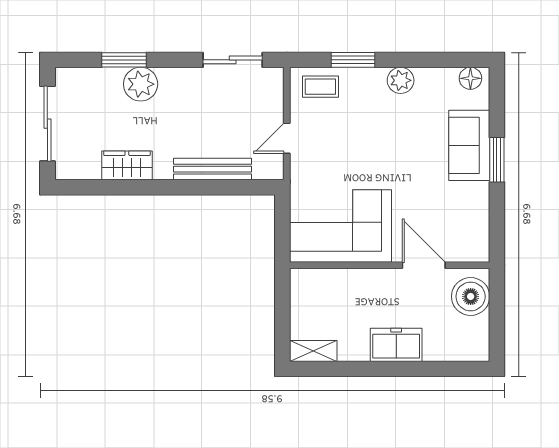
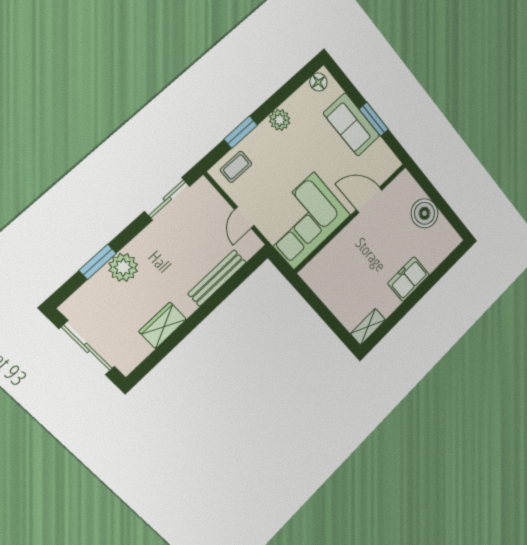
corner sofa: (341, 226) -> (304, 221), moved
wall: (390, 265) -> (351, 218), moved
door: (424, 265) -> (369, 200), moved

